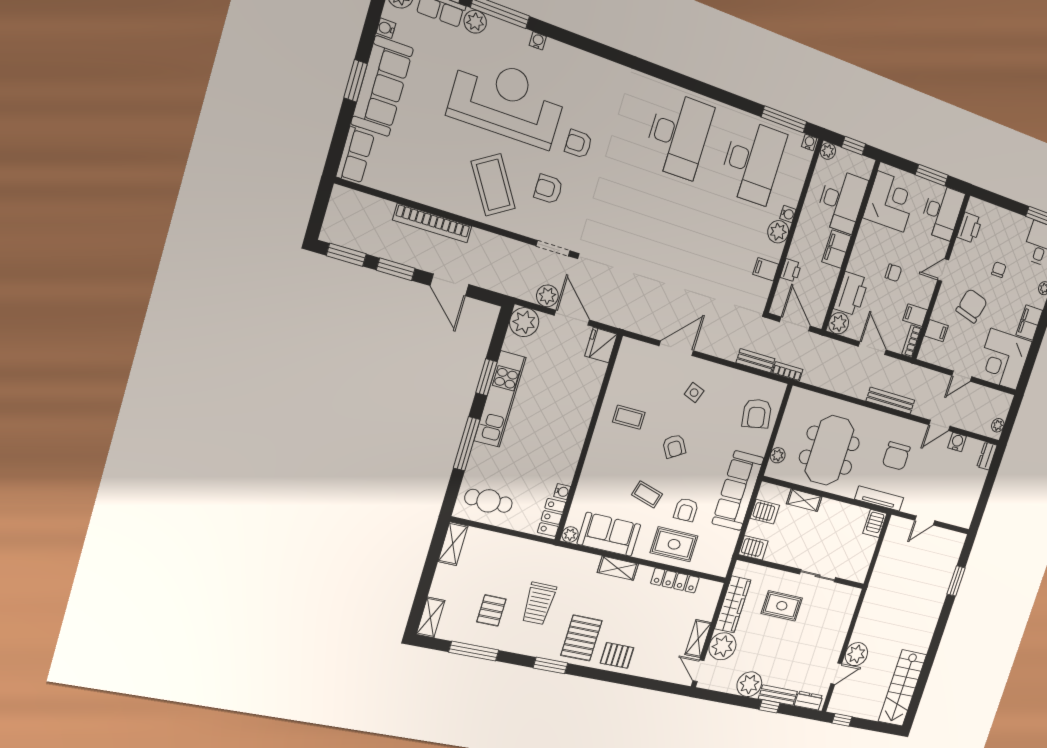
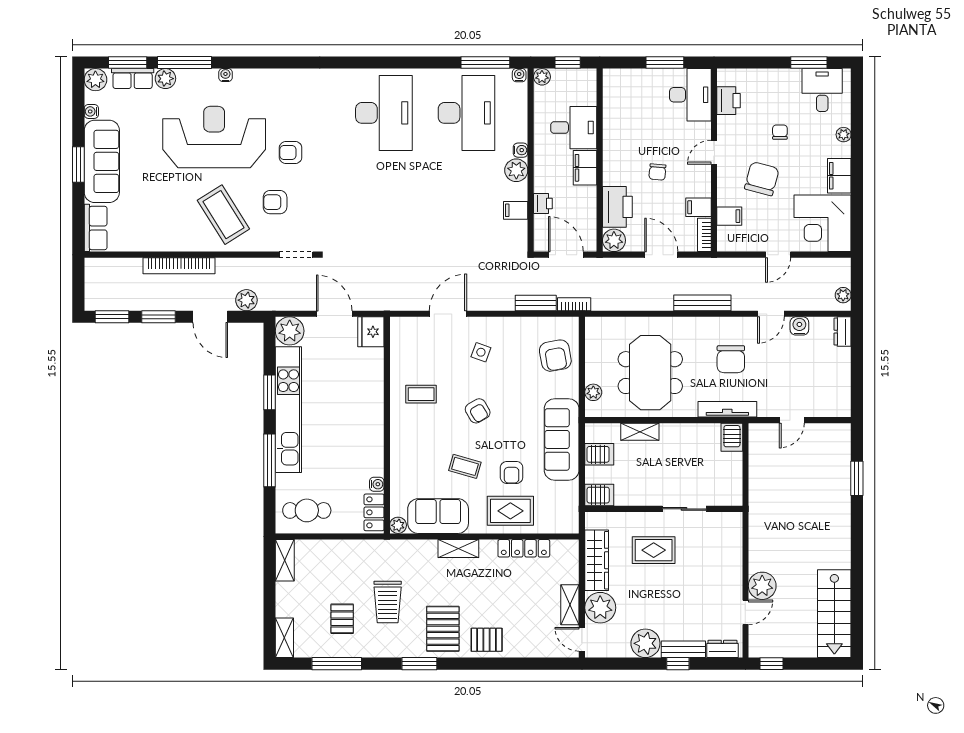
desk: (841, 201) -> (574, 128), width x0.73
corner desk: (891, 202) -> (628, 103), removed
chair: (893, 273) -> (657, 172), turned 95
plant: (547, 296) -> (246, 300), moved
kitchen unit: (500, 399) -> (288, 410), width x1.36

